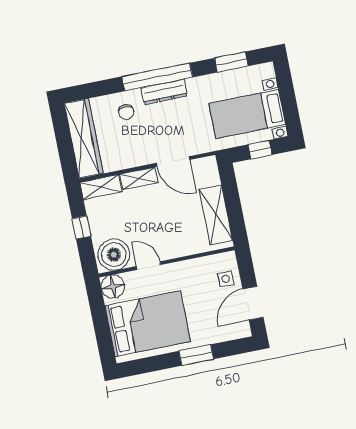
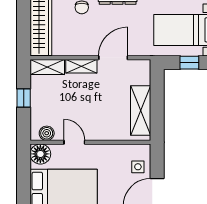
door: (173, 161) -> (113, 58), swing flipped
boiler: (114, 255) -> (47, 133), width x0.54, depth x0.54

